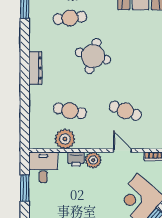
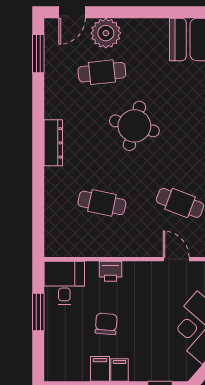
plant: (65, 139) -> (95, 243), removed
plant: (93, 160) -> (135, 272), removed
chair: (73, 197) -> (106, 324), added

